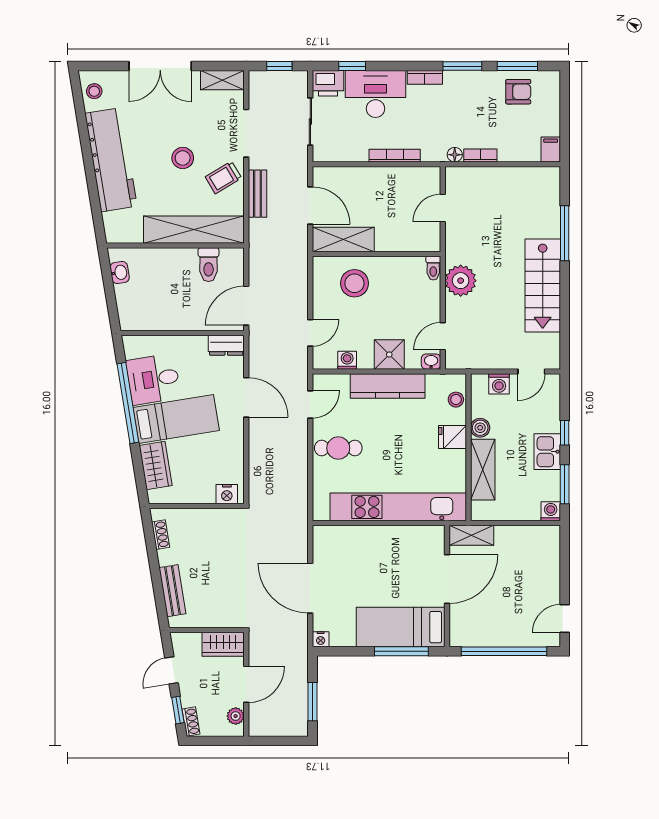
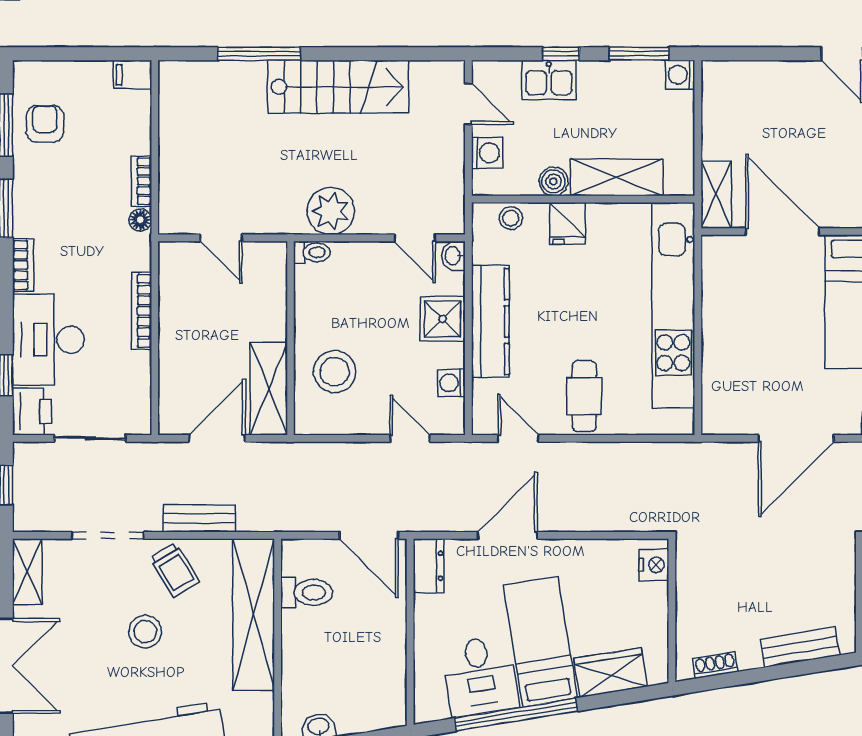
kitchen sink: (547, 452) -> (549, 80), moved

